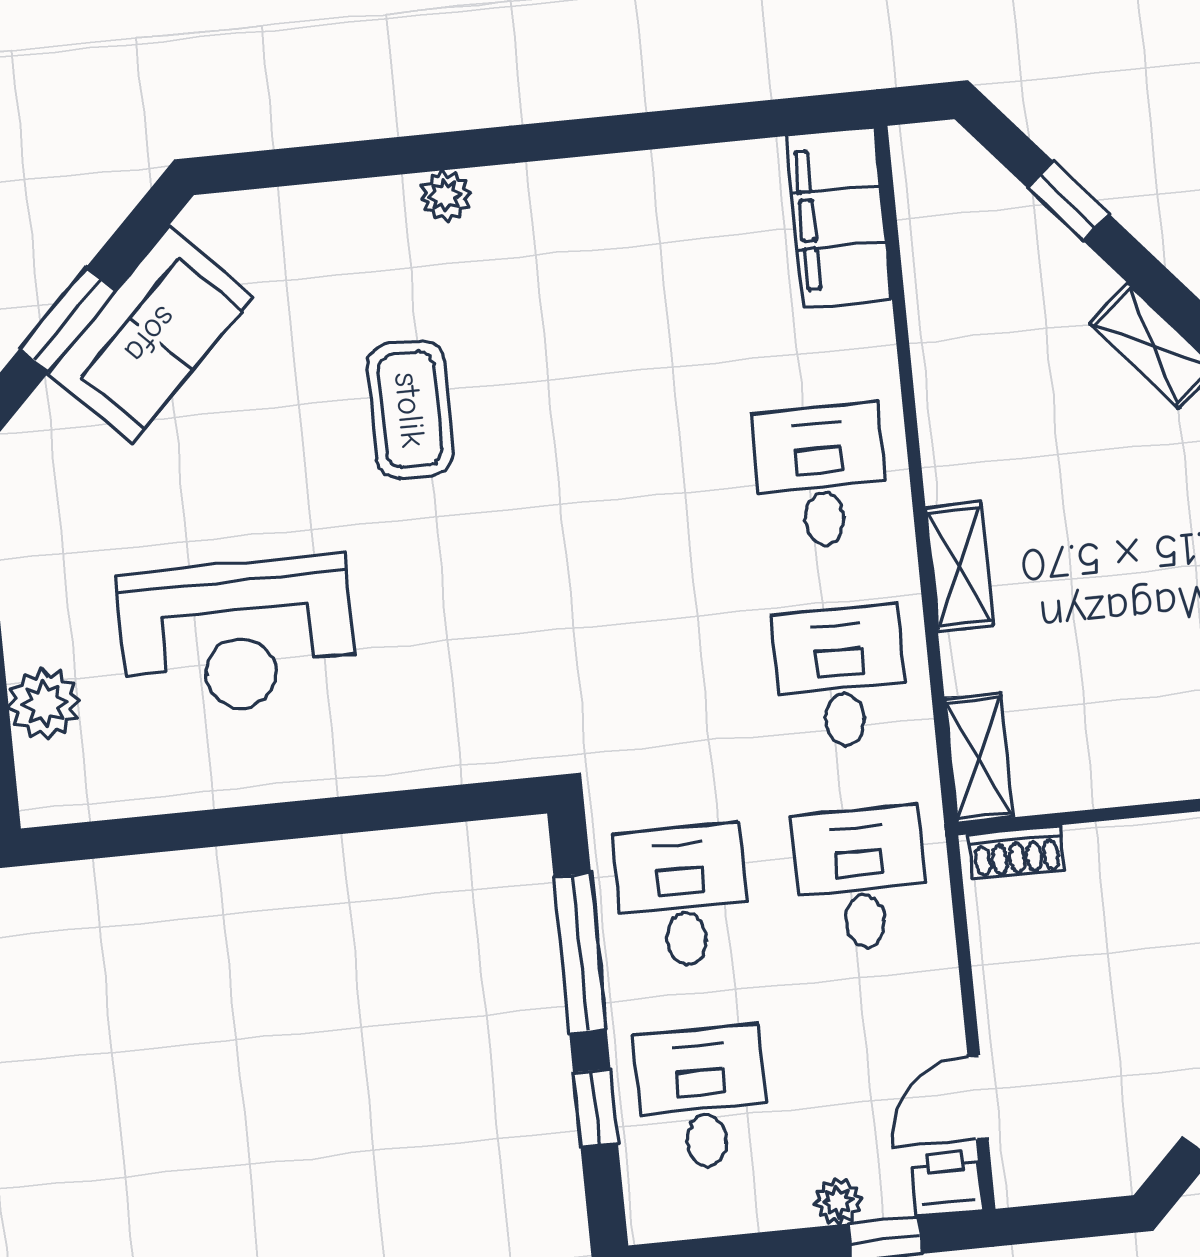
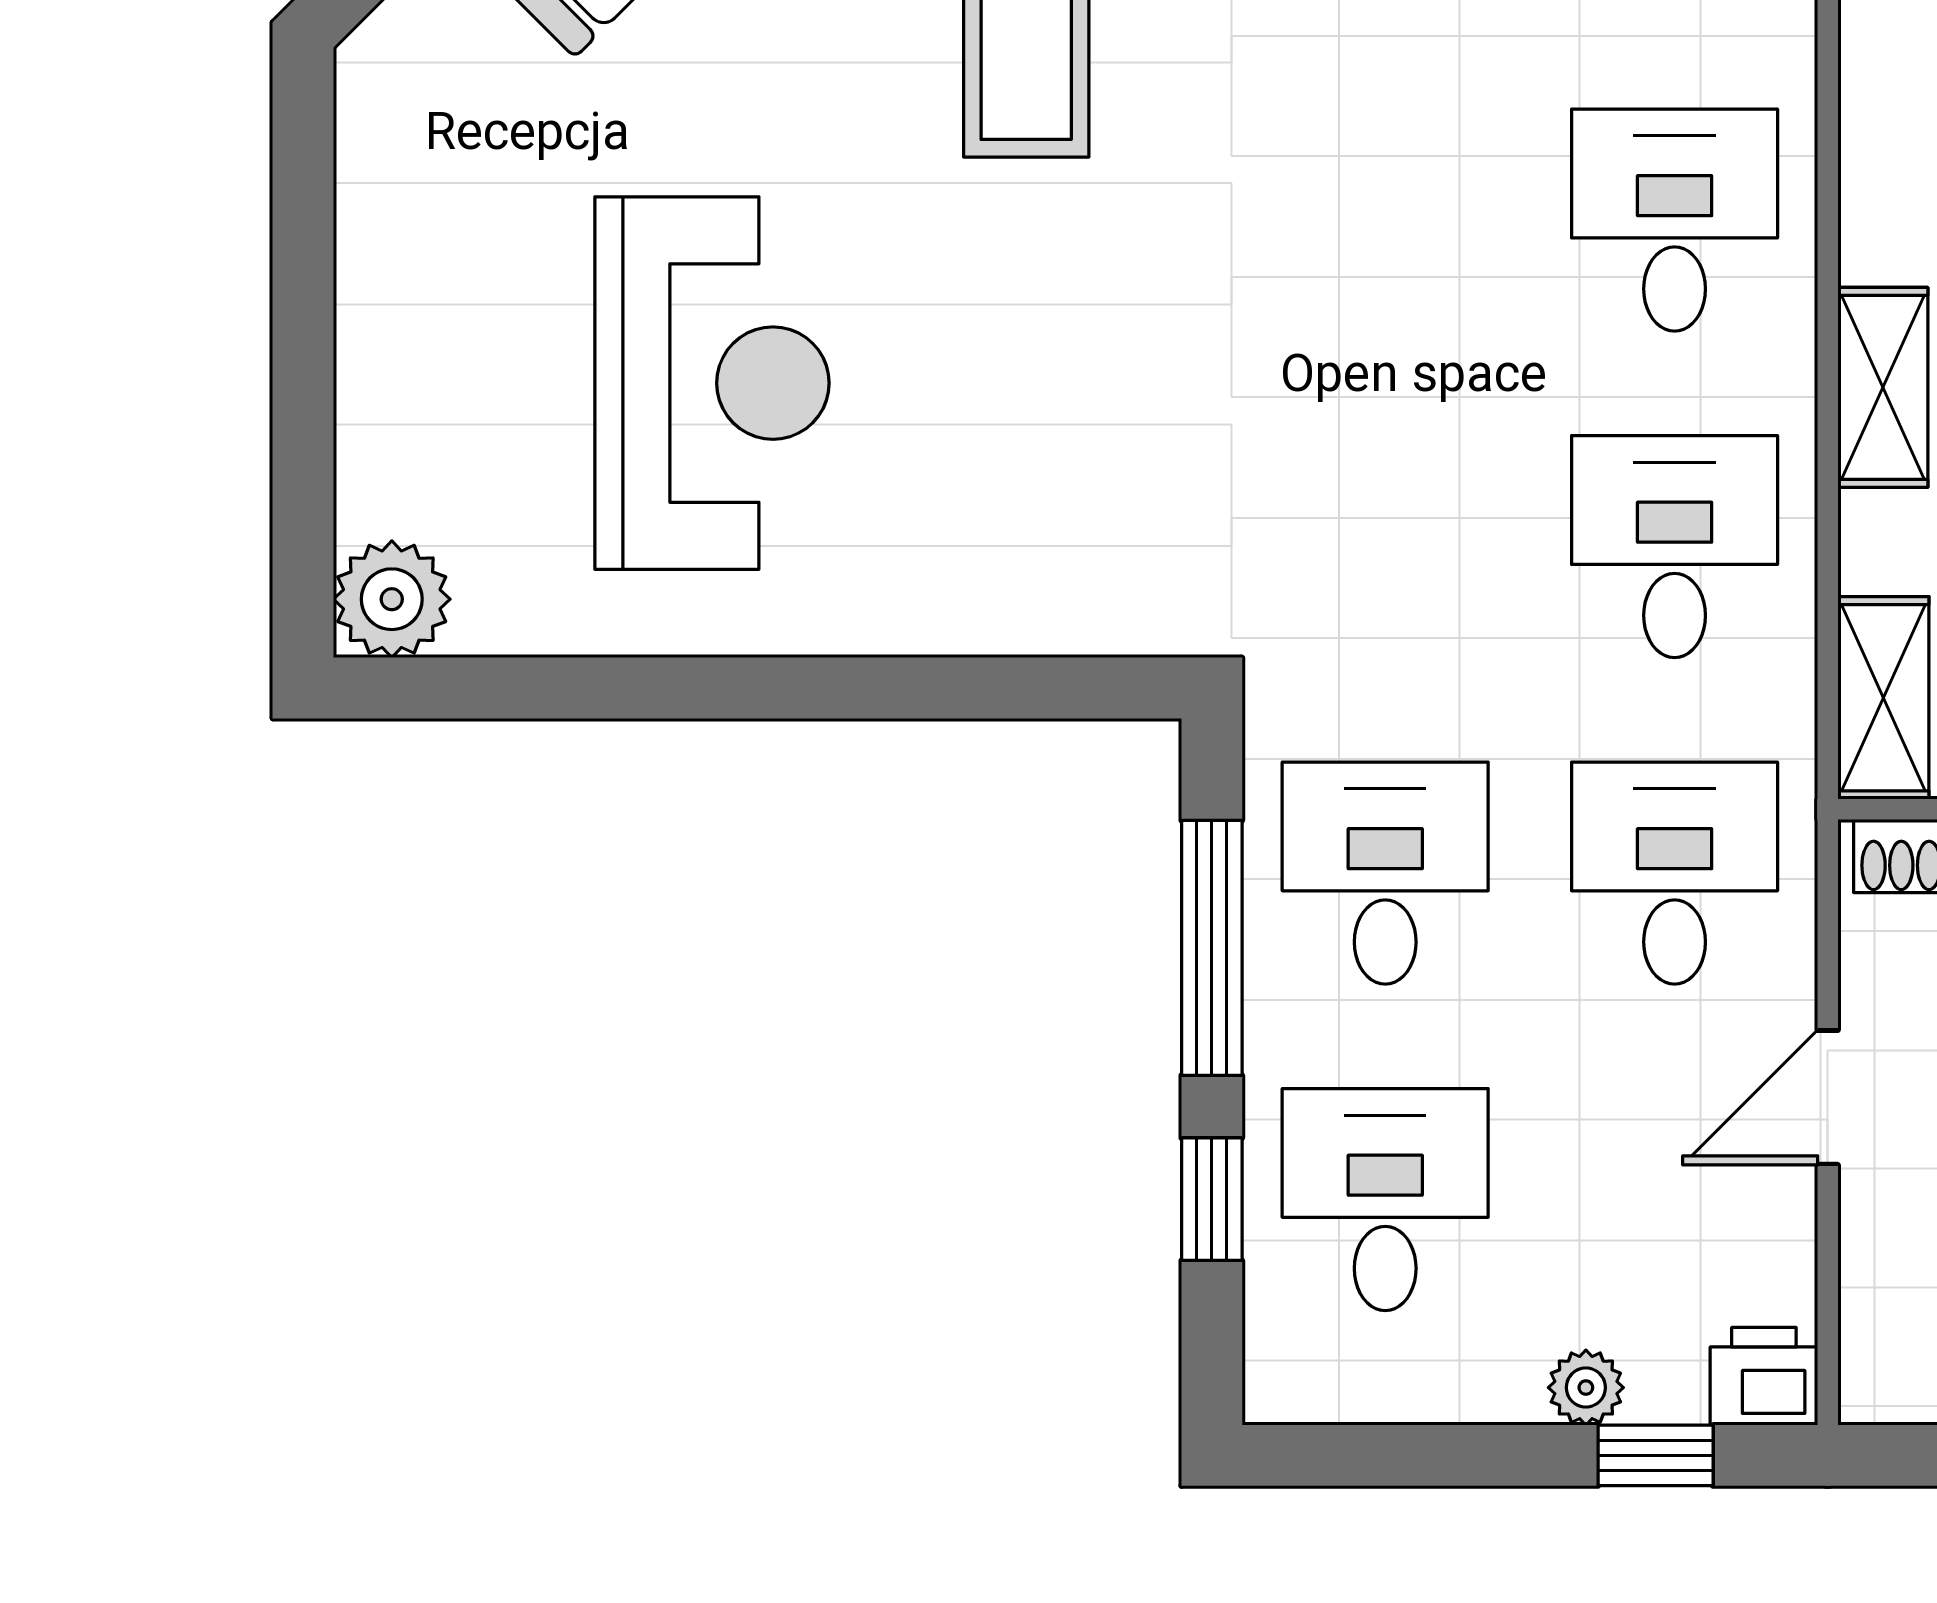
reception desk: (237, 636) -> (712, 383), turned -90
plant: (45, 704) -> (392, 599), moved
door: (978, 1097) -> (1828, 1097), moved

